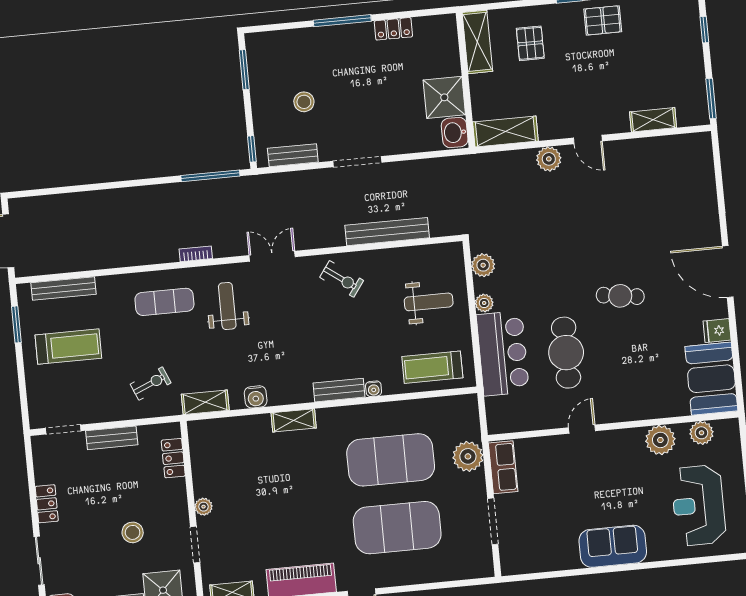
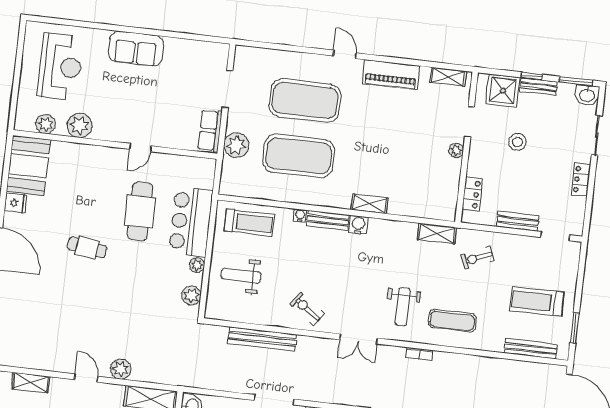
water cooler: (256, 397) -> (358, 225), moved

